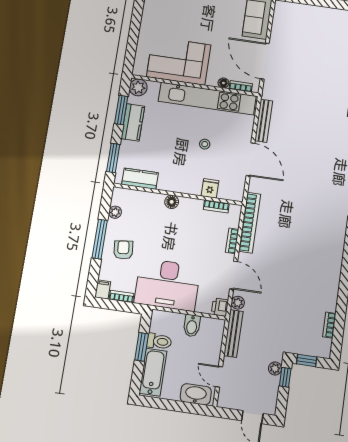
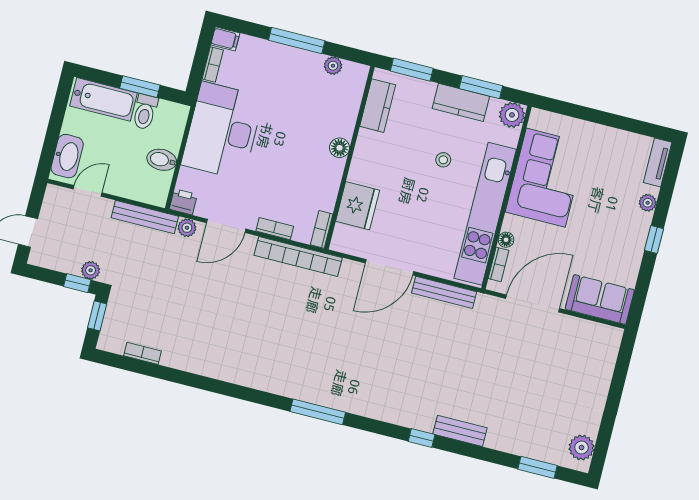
stool: (205, 144) -> (443, 160), moved
fridge: (210, 188) -> (358, 206), width x1.88, depth x1.34
bookcase: (216, 206) -> (322, 229), moved
armchair: (123, 250) -> (278, 73), removed

